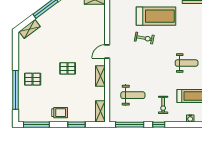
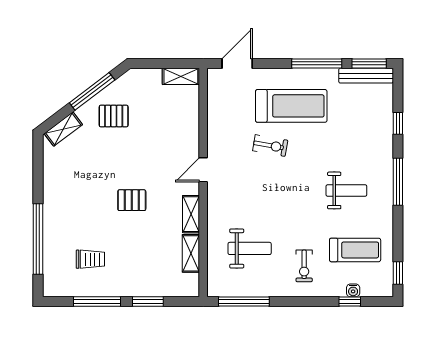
pallet: (33, 79) -> (114, 116), moved
shelving: (100, 111) -> (191, 253), moved
trolley: (60, 113) -> (90, 259), moved
window: (36, 125) -> (97, 301), moved
window: (159, 125) -> (350, 301), moved

